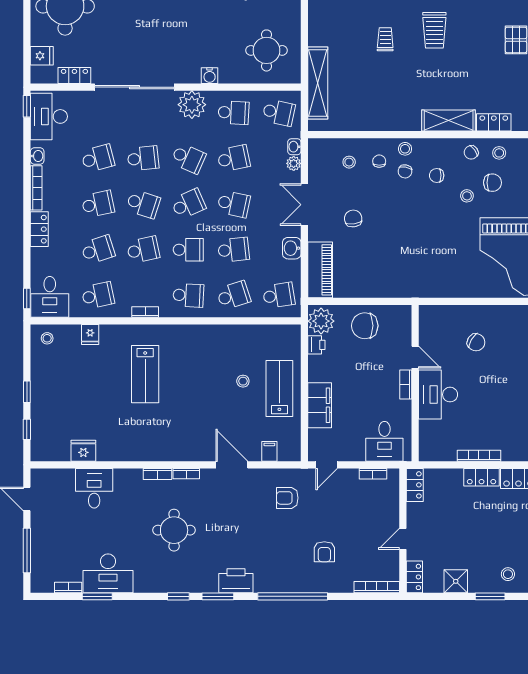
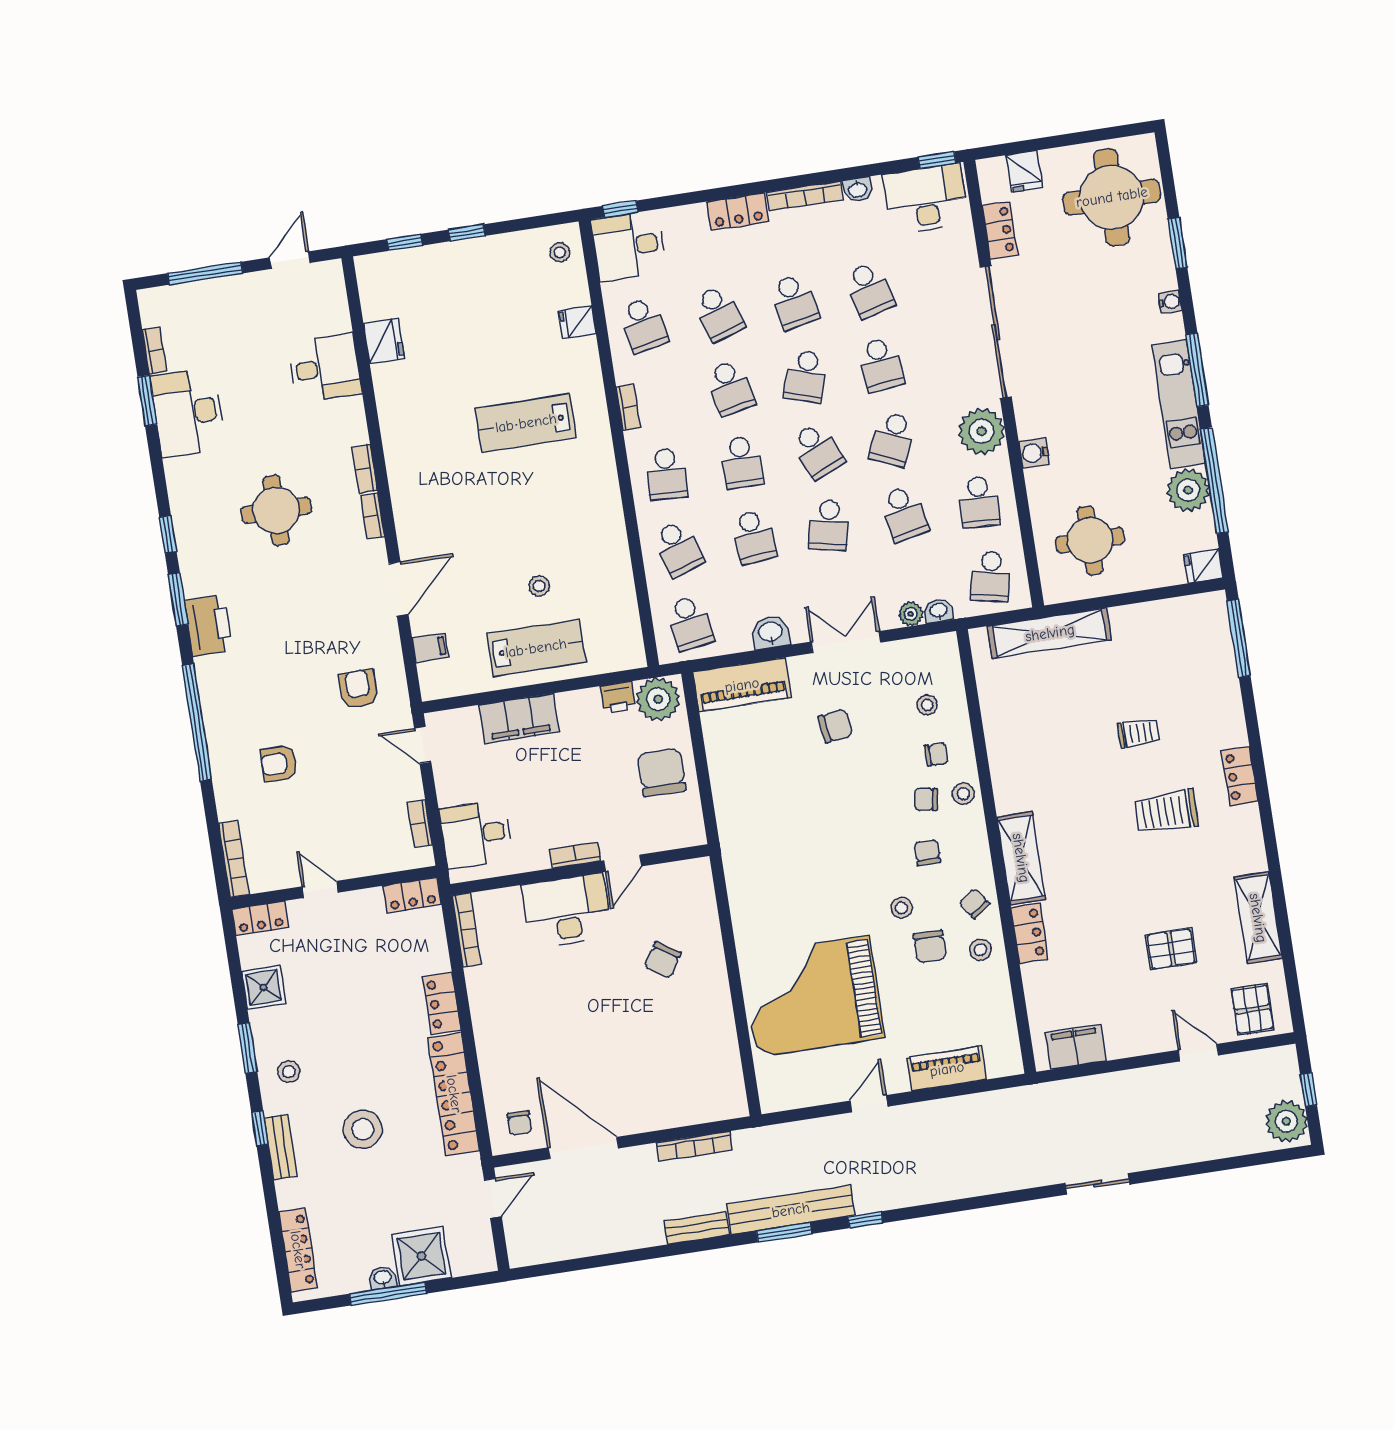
bookcase: (479, 456) -> (467, 930), moved

